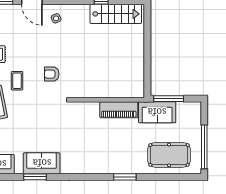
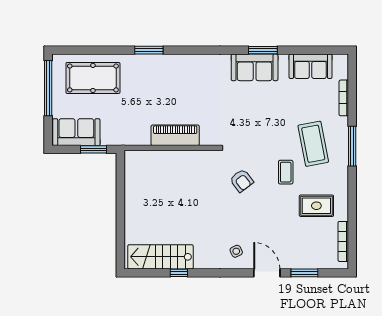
armchair: (52, 74) -> (242, 181), turned 53
window: (169, 99) -> (93, 149), width x0.69
piano: (119, 110) -> (175, 135), moved
sofa: (157, 112) -> (76, 132), moved

